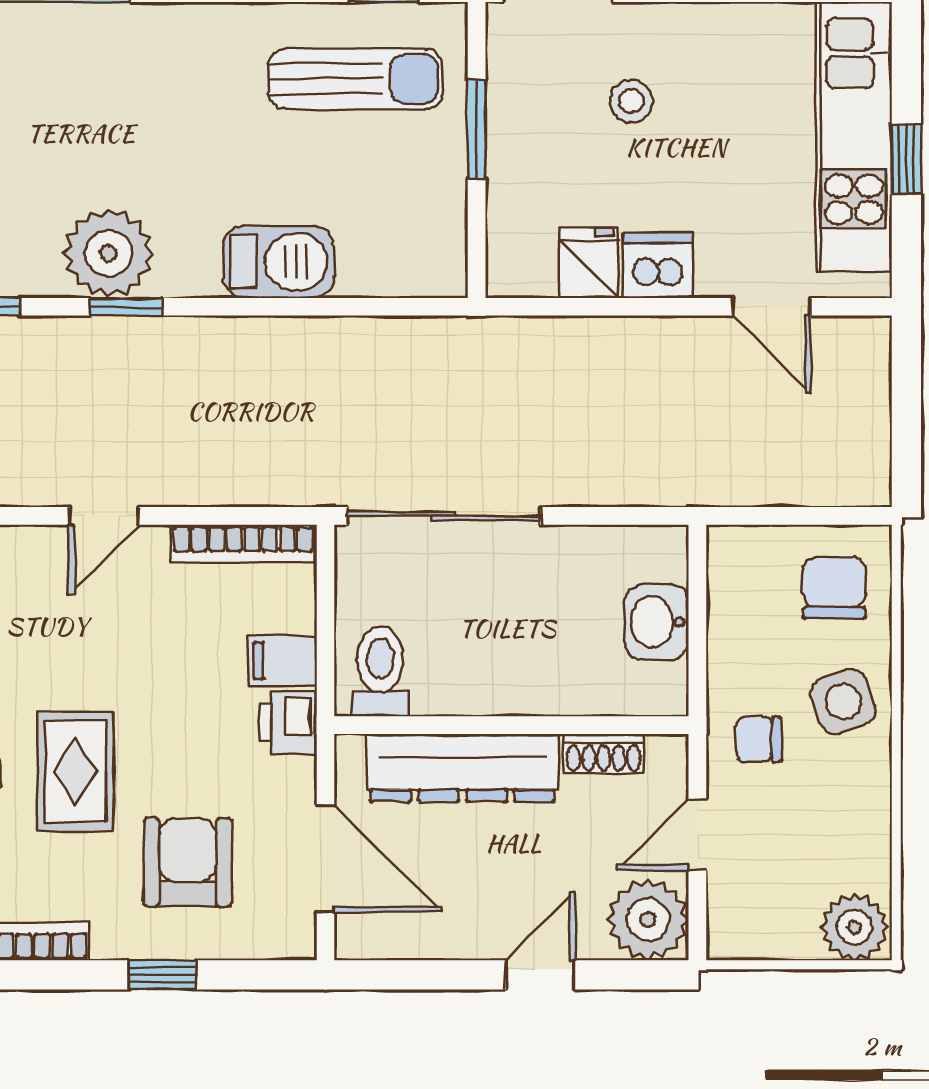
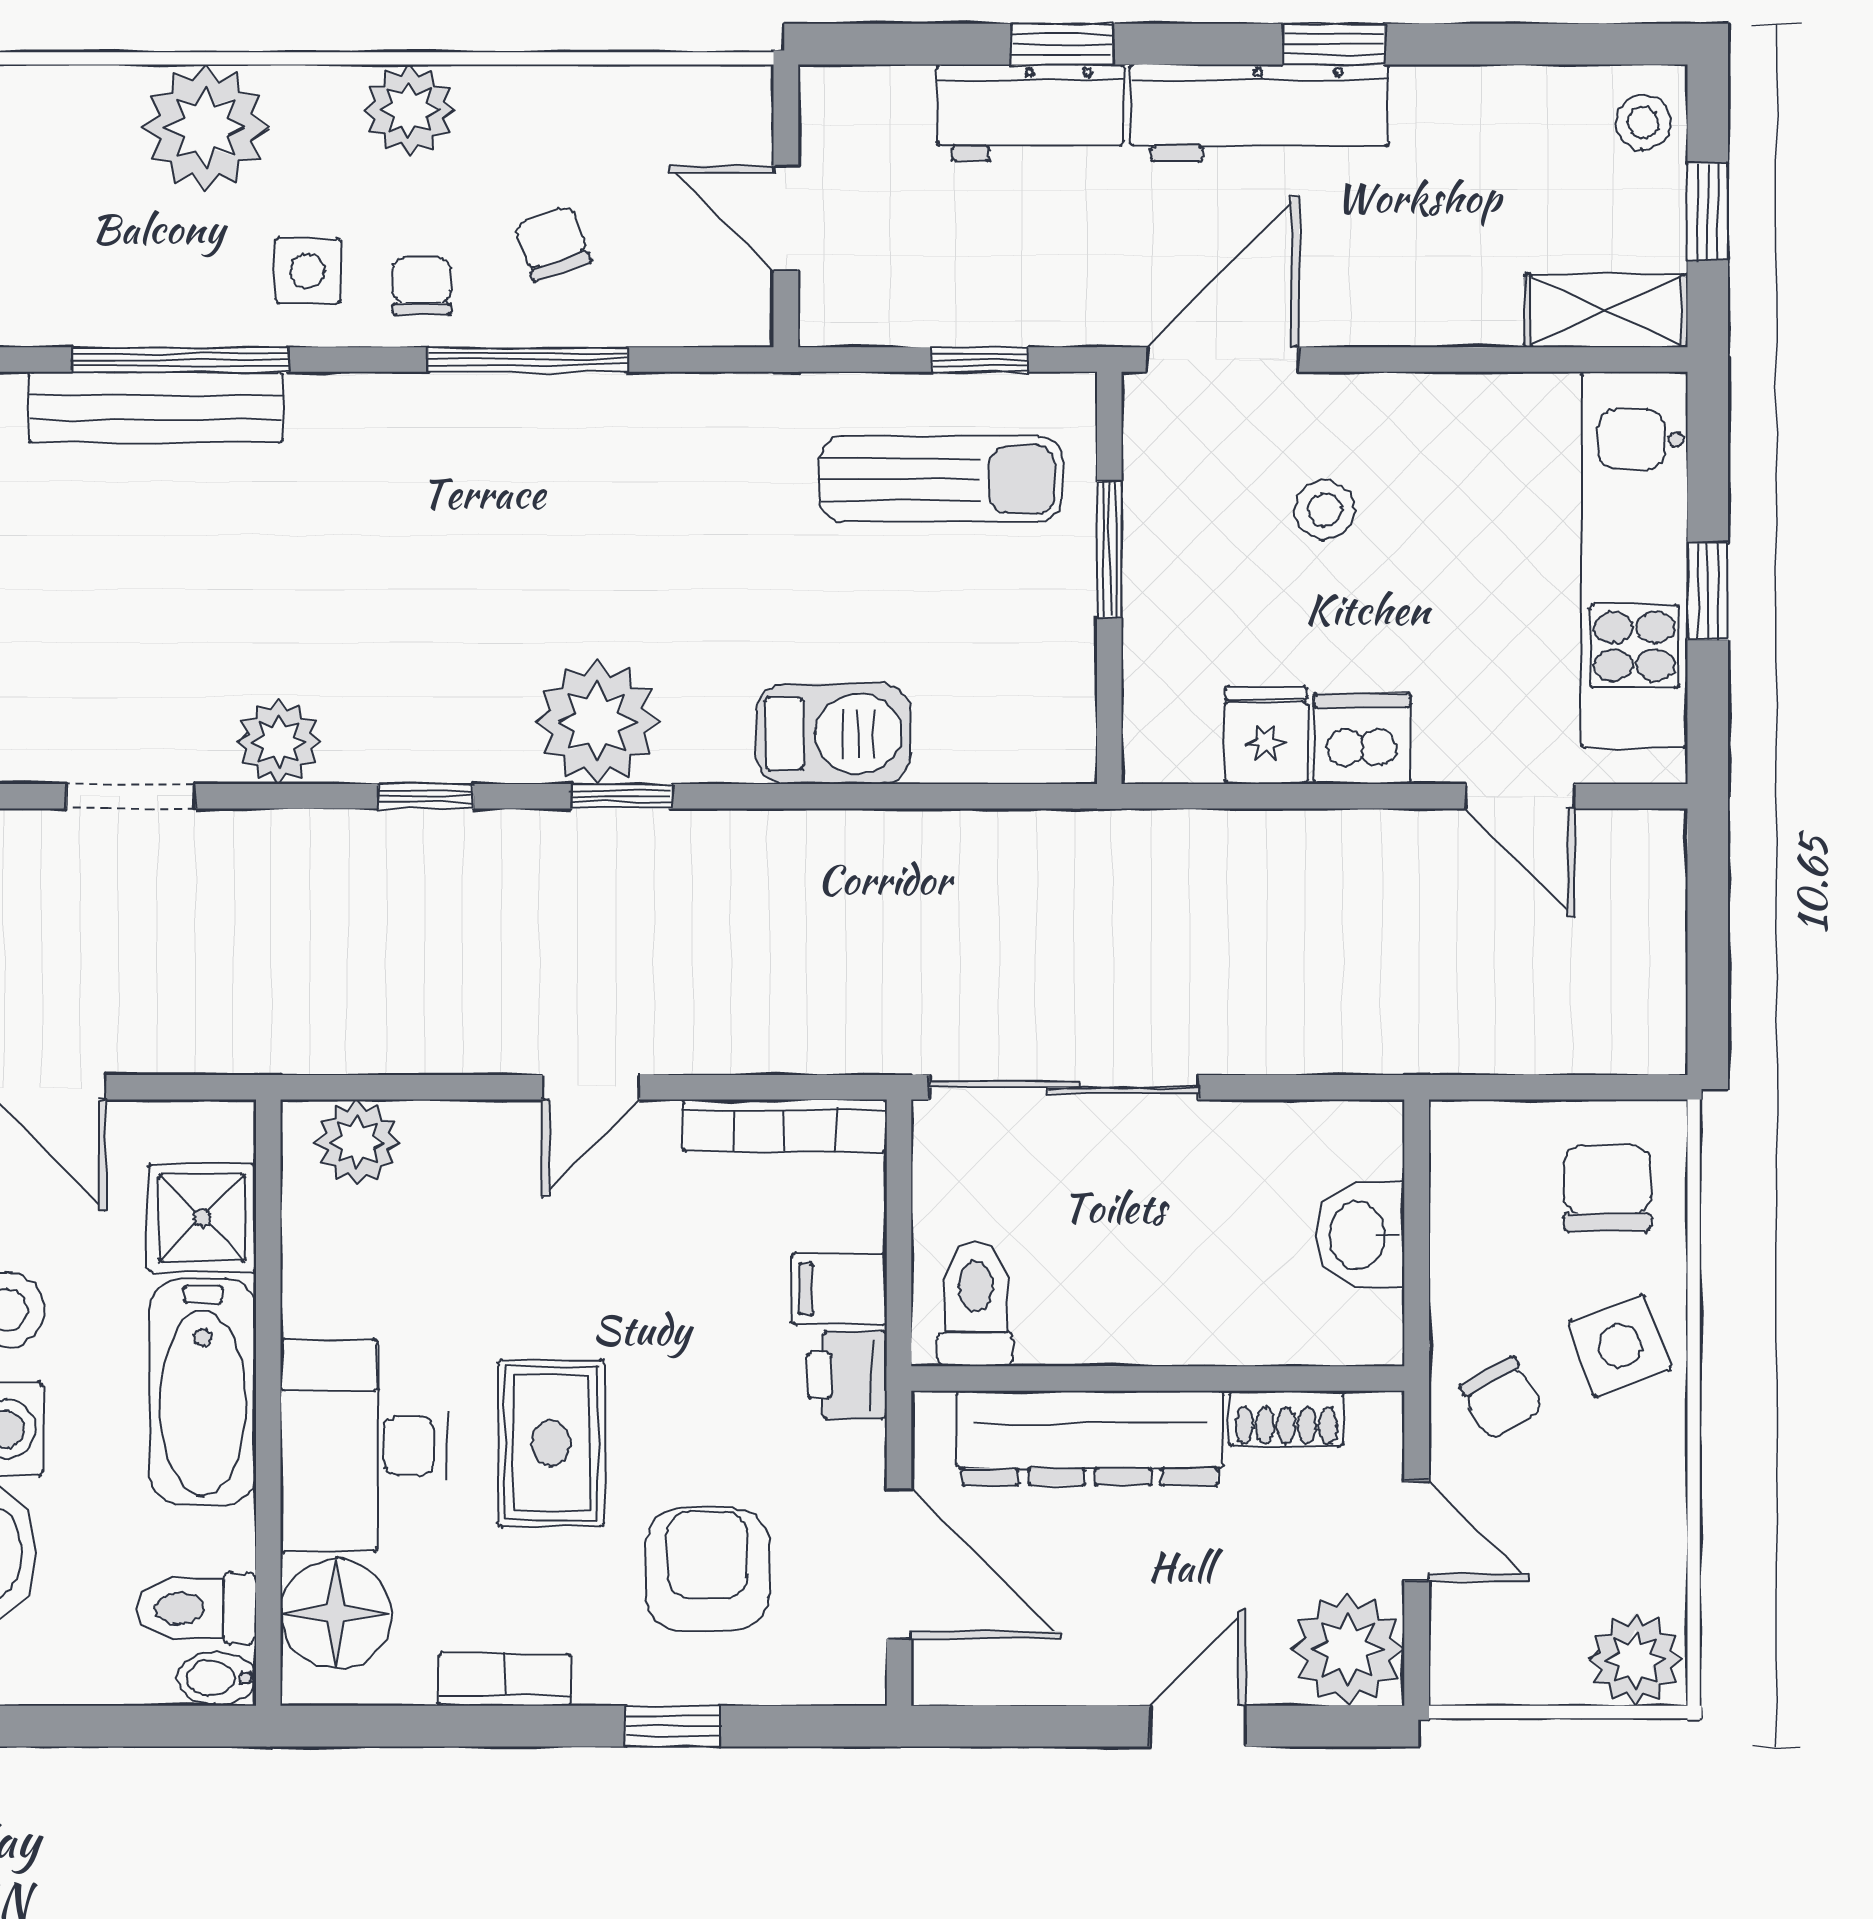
chair: (758, 739) -> (1501, 1398), turned -119
door: (697, 835) -> (1417, 1531), swing flipped

